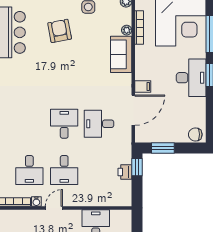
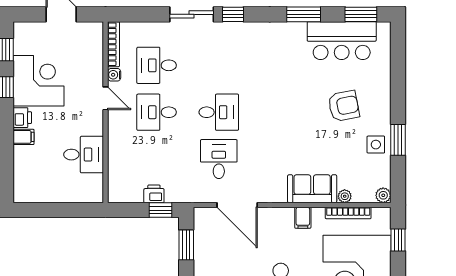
filing cabinet: (143, 87) -> (303, 218), moved

